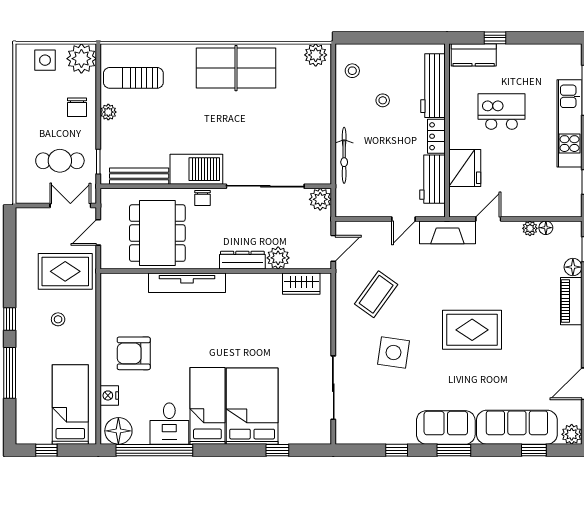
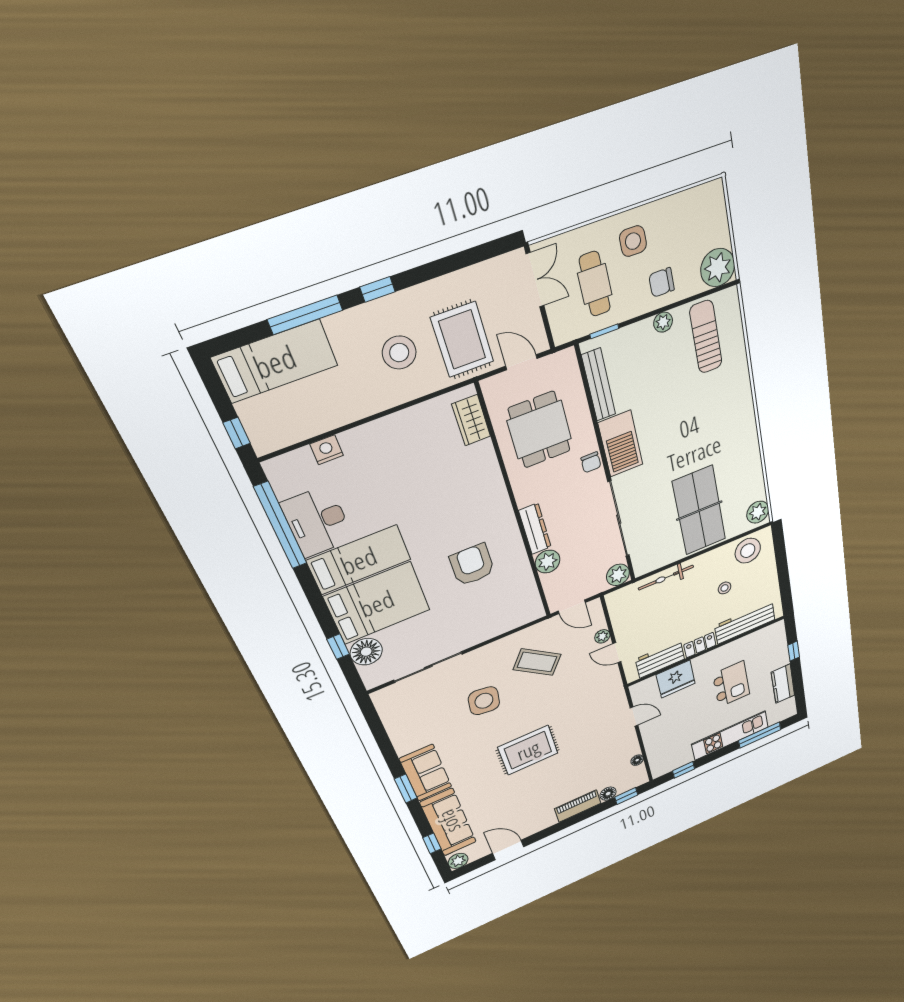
kitchen counter: (474, 55) -> (783, 684), moved
side table: (45, 60) -> (633, 241), moved
table tennis table: (236, 68) -> (699, 511), moved
stool: (352, 71) -> (748, 551), width x1.89, depth x1.89
chair: (202, 198) -> (591, 462), turned -90
double door: (70, 205) -> (535, 280), moved
plant: (530, 228) -> (602, 636), moved
fireplace: (447, 232) -> (614, 692), removed
dining table: (157, 233) -> (539, 430), width x0.73
tv unit: (187, 283) -> (493, 483), removed
wardrobe: (301, 284) -> (471, 420), moved
stool: (58, 319) -> (399, 353), width x1.89, depth x1.89
rug: (472, 330) -> (528, 750), turned 90
armchair: (134, 353) -> (472, 565), moved
bed: (70, 405) -> (275, 361), moved
desk: (169, 424) -> (317, 521), width x1.37
floor lamp: (118, 431) -> (366, 652), moved
window: (46, 450) -> (237, 433), moved
window: (397, 450) -> (386, 746), removed

